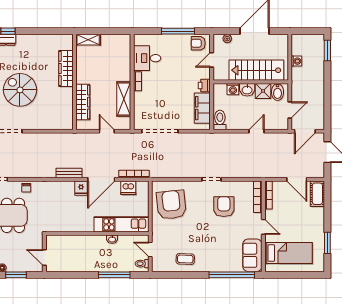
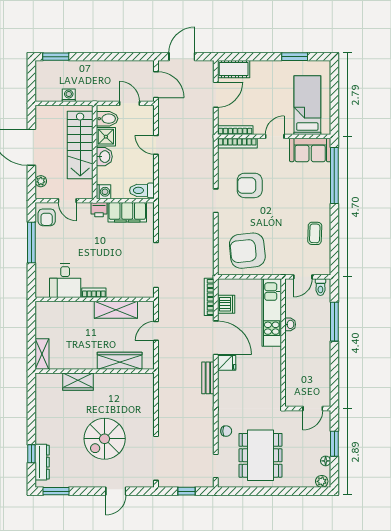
wardrobe: (66, 68) -> (78, 382), width x0.67
washing machine: (233, 89) -> (104, 192), moved

